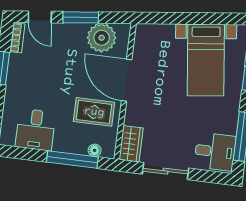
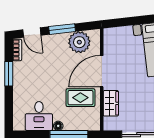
door: (127, 80) -> (102, 71), hinge flipped
wardrobe: (131, 144) -> (111, 103), moved
floor lamp: (95, 150) -> (58, 126), moved

